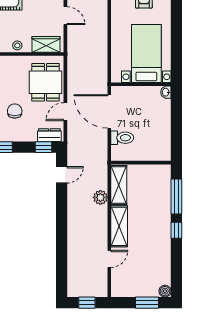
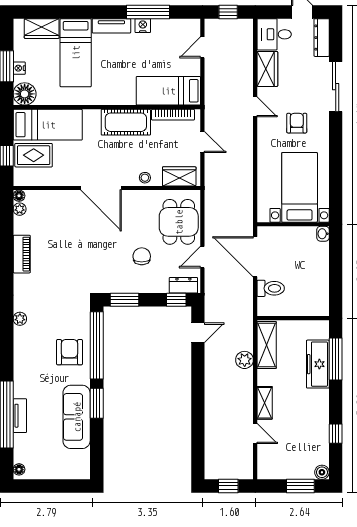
freezer: (162, 201) -> (318, 364), added
shelving: (119, 226) -> (265, 403), width x0.67, depth x0.75
window: (176, 230) -> (336, 434), moved
door: (109, 259) -> (255, 434), hinge flipped

